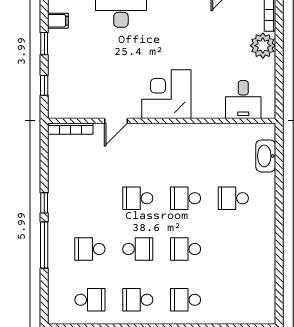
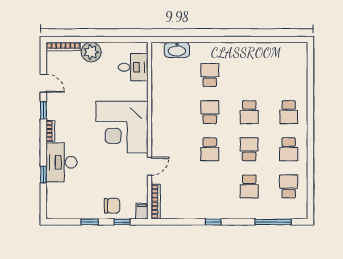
filing cabinet: (58, 21) -> (142, 211), moved
chair: (65, 72) -> (112, 206), added
corner desk: (166, 94) -> (122, 127), width x1.36, depth x1.36
door: (116, 121) -> (150, 166), hinge flipped
school desk: (186, 198) -> (210, 112), turned 180
school desk: (233, 198) -> (210, 75), turned 180
window: (44, 245) -> (273, 222), moved

